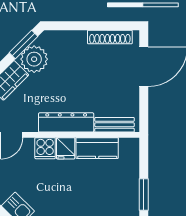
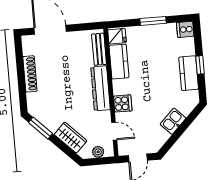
shoe rack: (110, 37) -> (30, 74), moved
plant: (34, 59) -> (52, 118), removed
fridge: (66, 148) -> (117, 36), moved

